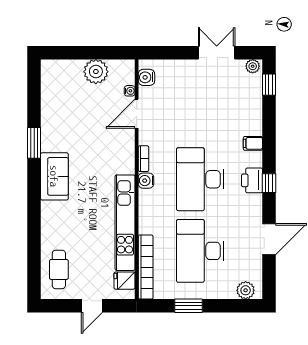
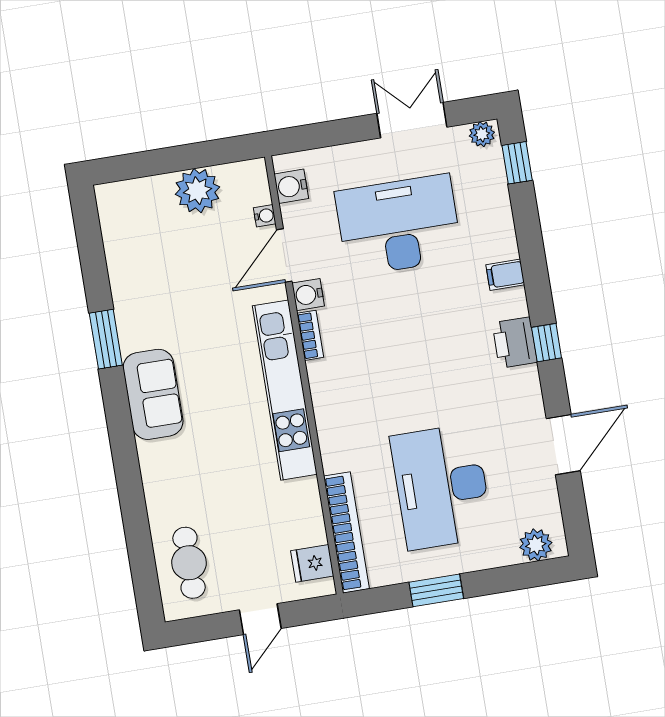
desk: (200, 179) -> (399, 225), moved, turned 90
water cooler: (146, 181) -> (308, 295), moved
kitchen unit: (125, 223) -> (285, 390), moved

